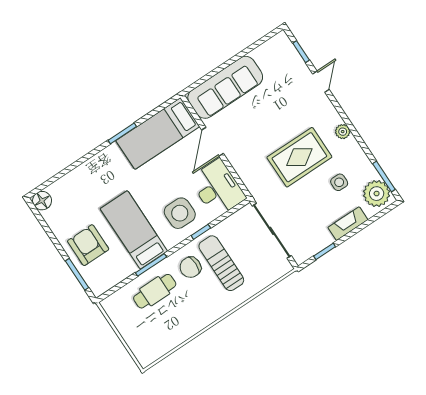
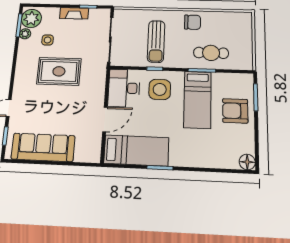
sofa: (225, 87) -> (43, 147), moved
plant: (343, 132) -> (25, 34), moved
fireplace: (348, 224) -> (74, 13), moved
armchair: (88, 245) -> (235, 111), turned 90
chair: (190, 267) -> (192, 22), moved

